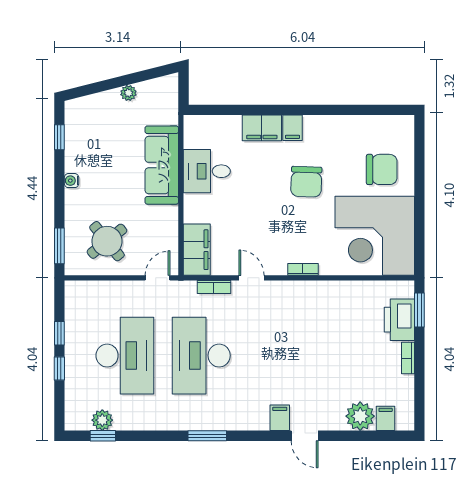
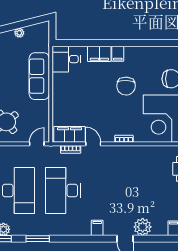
desk: (207, 171) -> (66, 59), moved
filing cabinet: (197, 250) -> (69, 134), moved, turned -90
plant: (360, 416) -> (143, 227), moved
filing cabinet: (280, 418) -> (97, 228), moved
window: (207, 436) -> (38, 239), moved

